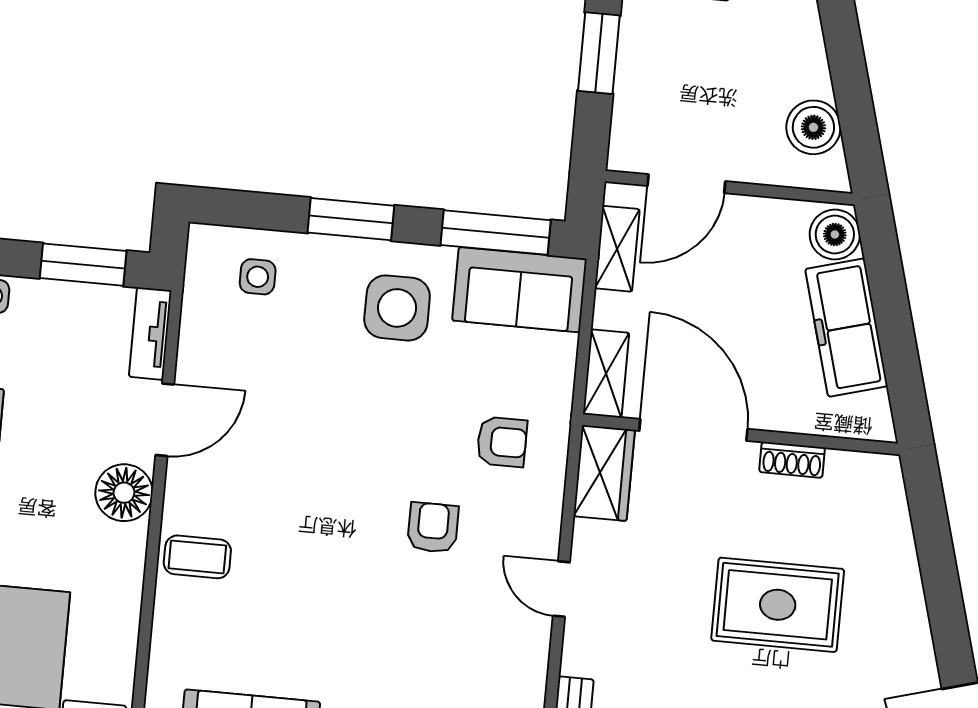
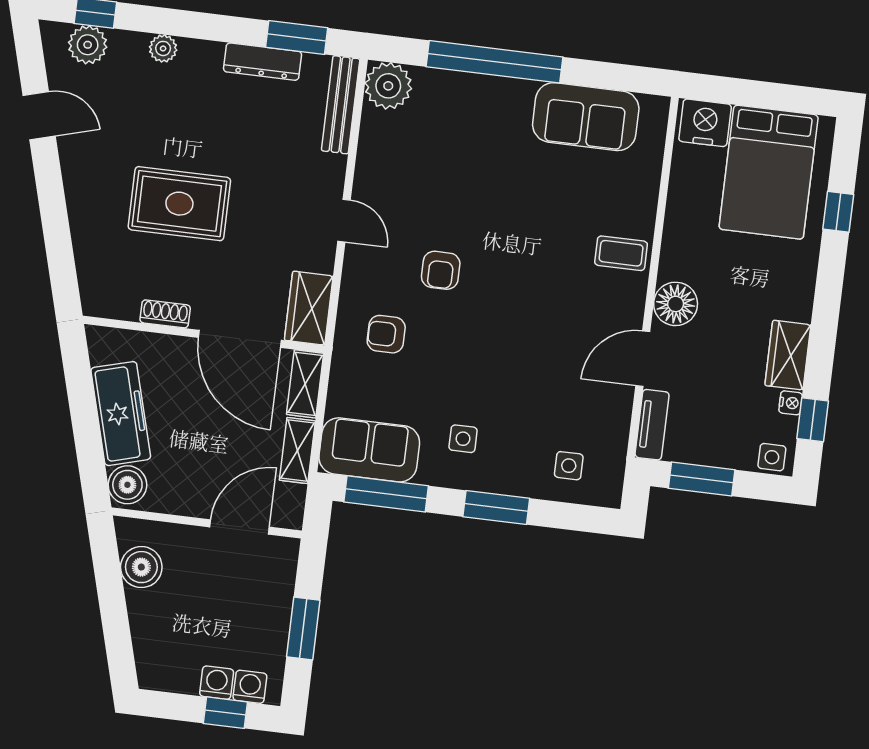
shelving: (617, 249) -> (297, 451), moved
side table: (397, 308) -> (463, 439), width x0.54, depth x0.54

